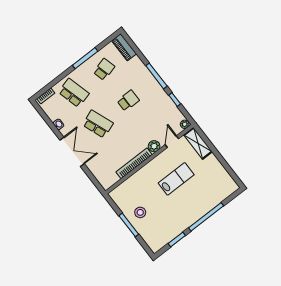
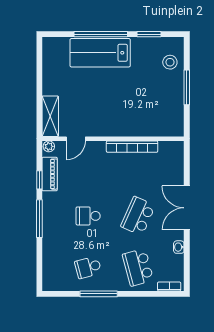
piano: (124, 47) -> (50, 174), moved
school desk: (98, 124) -> (138, 216), turned 45
plant: (154, 146) -> (98, 148), removed
lab bench: (176, 179) -> (100, 53), moved, width x1.36, depth x1.39
stool: (140, 212) -> (170, 62), moved

